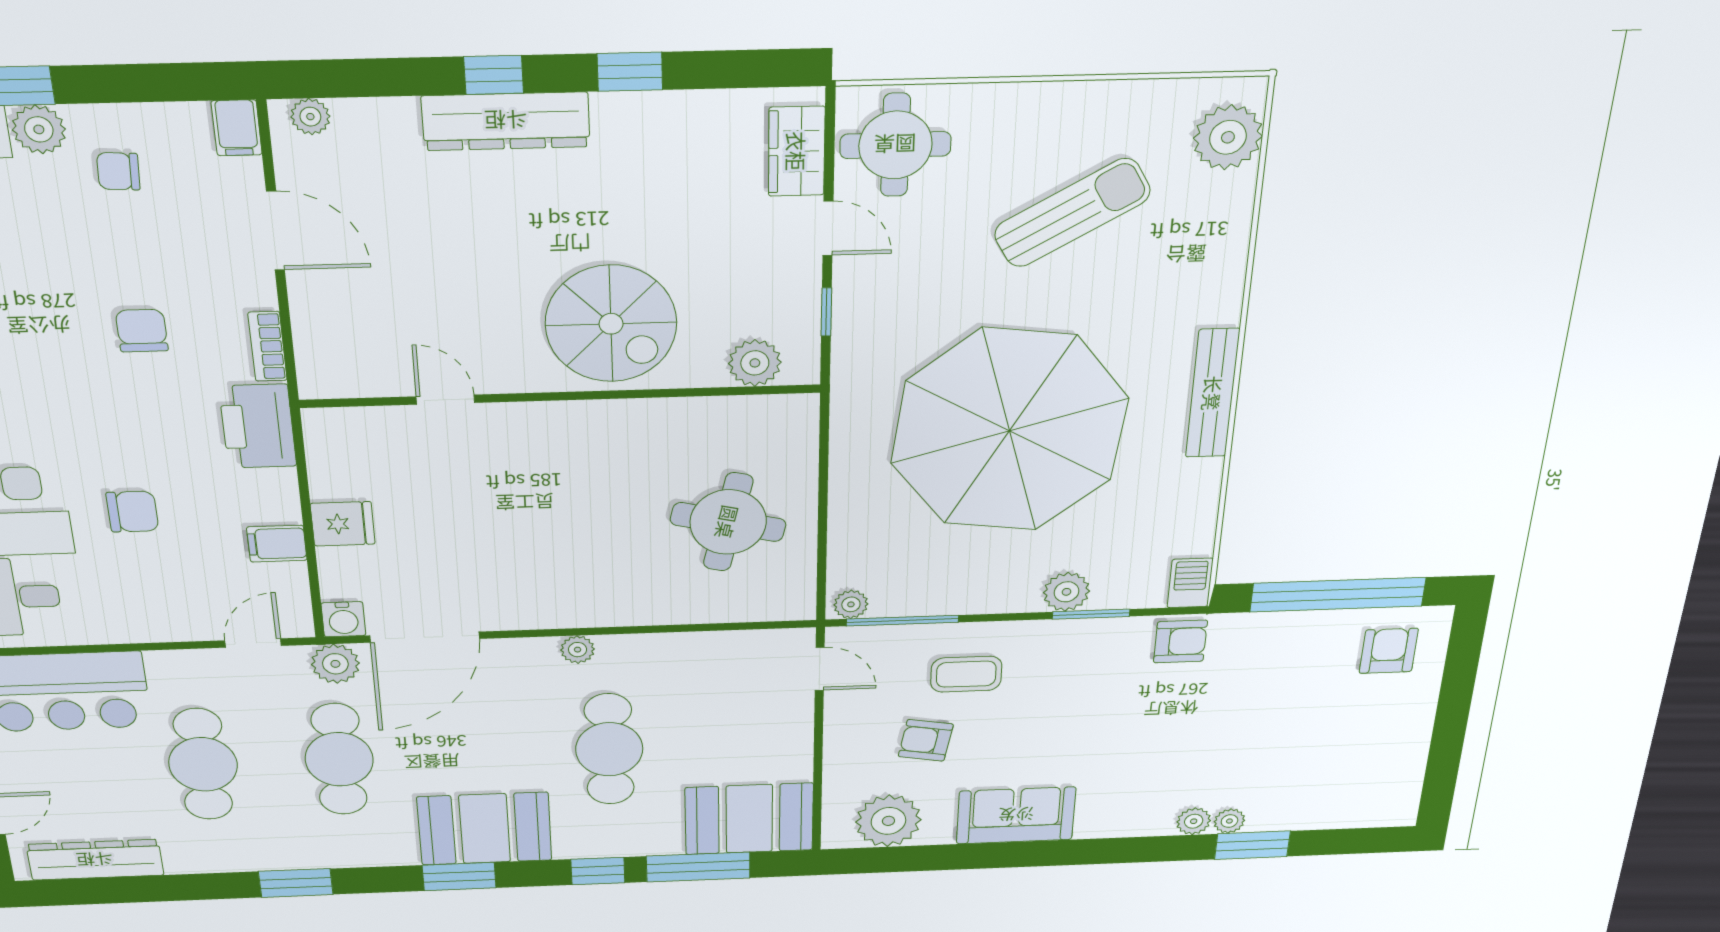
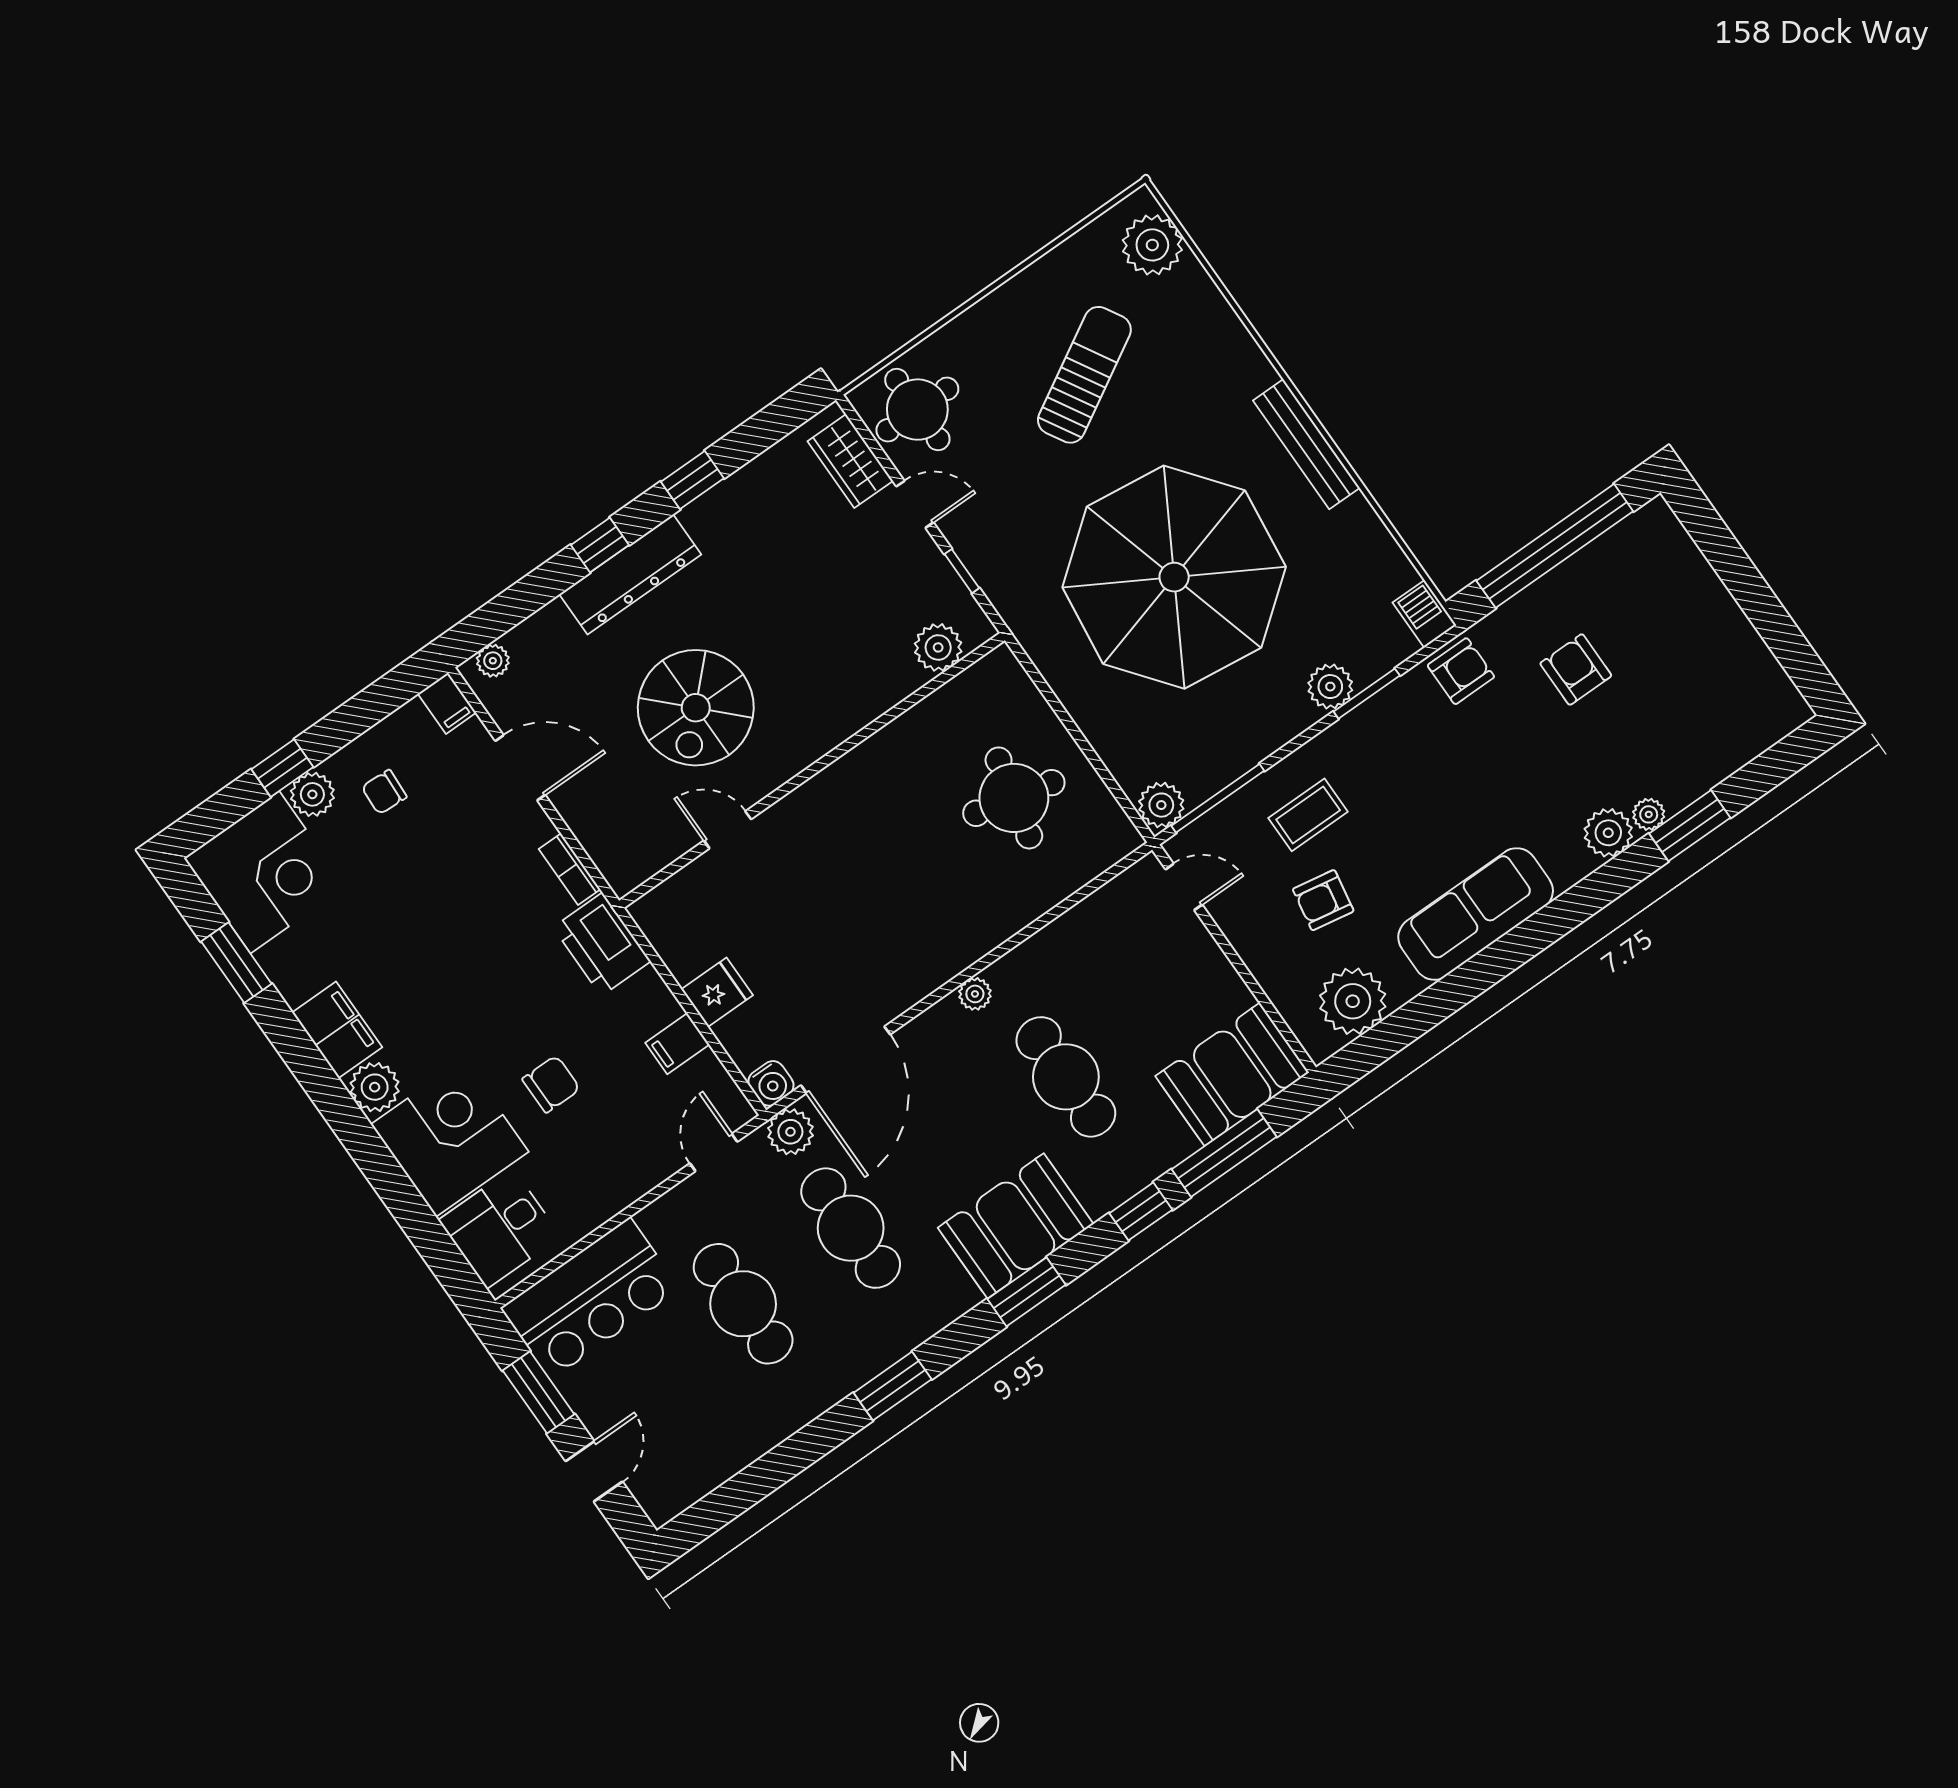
spiral stairs: (611, 324) -> (696, 708), moved, turned 90
chair: (142, 331) -> (471, 915), removed
plant: (851, 604) -> (1161, 805), width x1.38, depth x1.38
armchair: (1389, 651) -> (1576, 670), moved
sofa: (1016, 815) -> (1476, 914), width x1.36
plant: (1194, 821) -> (1608, 833), width x1.38, depth x1.38
dresser: (95, 860) -> (711, 1465), removed

